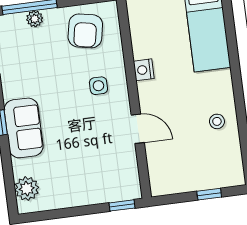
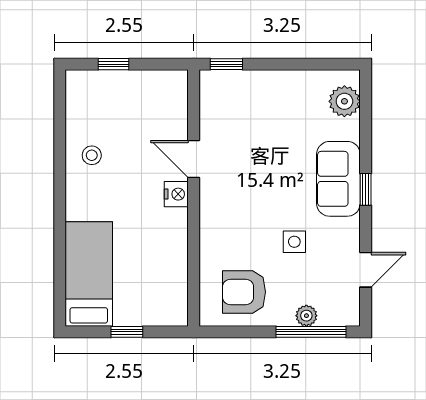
armchair: (85, 31) -> (244, 292), turned -101
nightstand: (144, 70) -> (176, 194), moved
side table: (98, 86) -> (294, 242), moved

